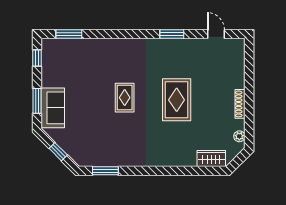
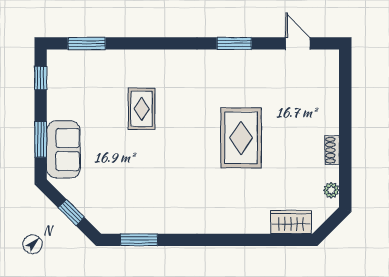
rug: (125, 98) -> (142, 109), moved
shoe rack: (240, 104) -> (332, 150), width x0.70

